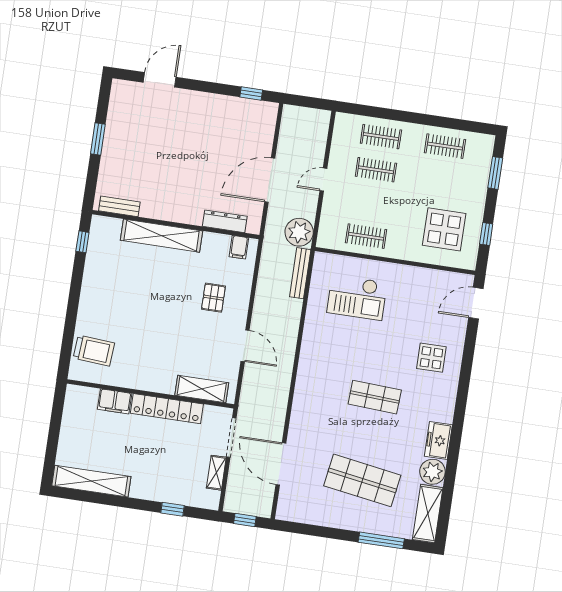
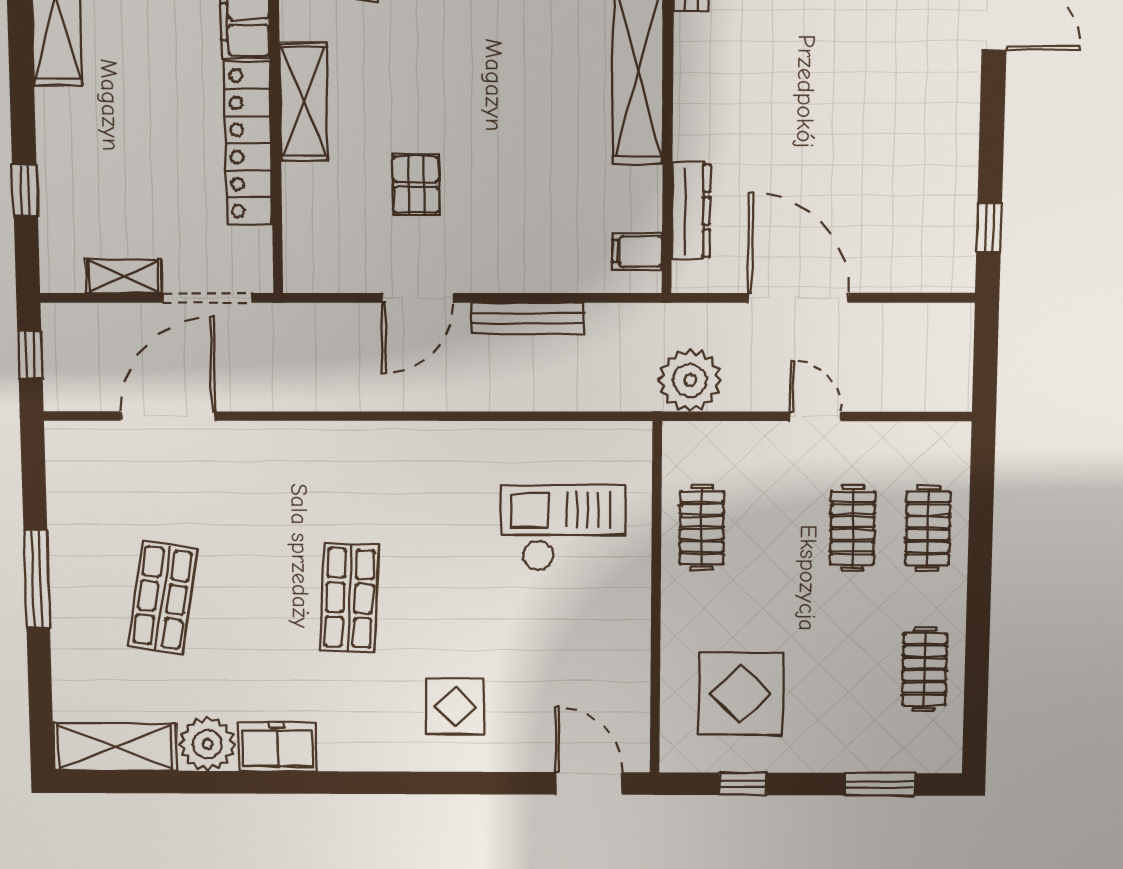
bench: (300, 273) -> (528, 318), moved
checkout: (357, 297) -> (563, 528), turned 90
pallet: (213, 298) -> (416, 184), moved, turned 90
shelving: (202, 389) -> (304, 102), moved
shop shelf: (362, 480) -> (163, 598), width x0.70, depth x0.74
window: (381, 540) -> (37, 579), moved

